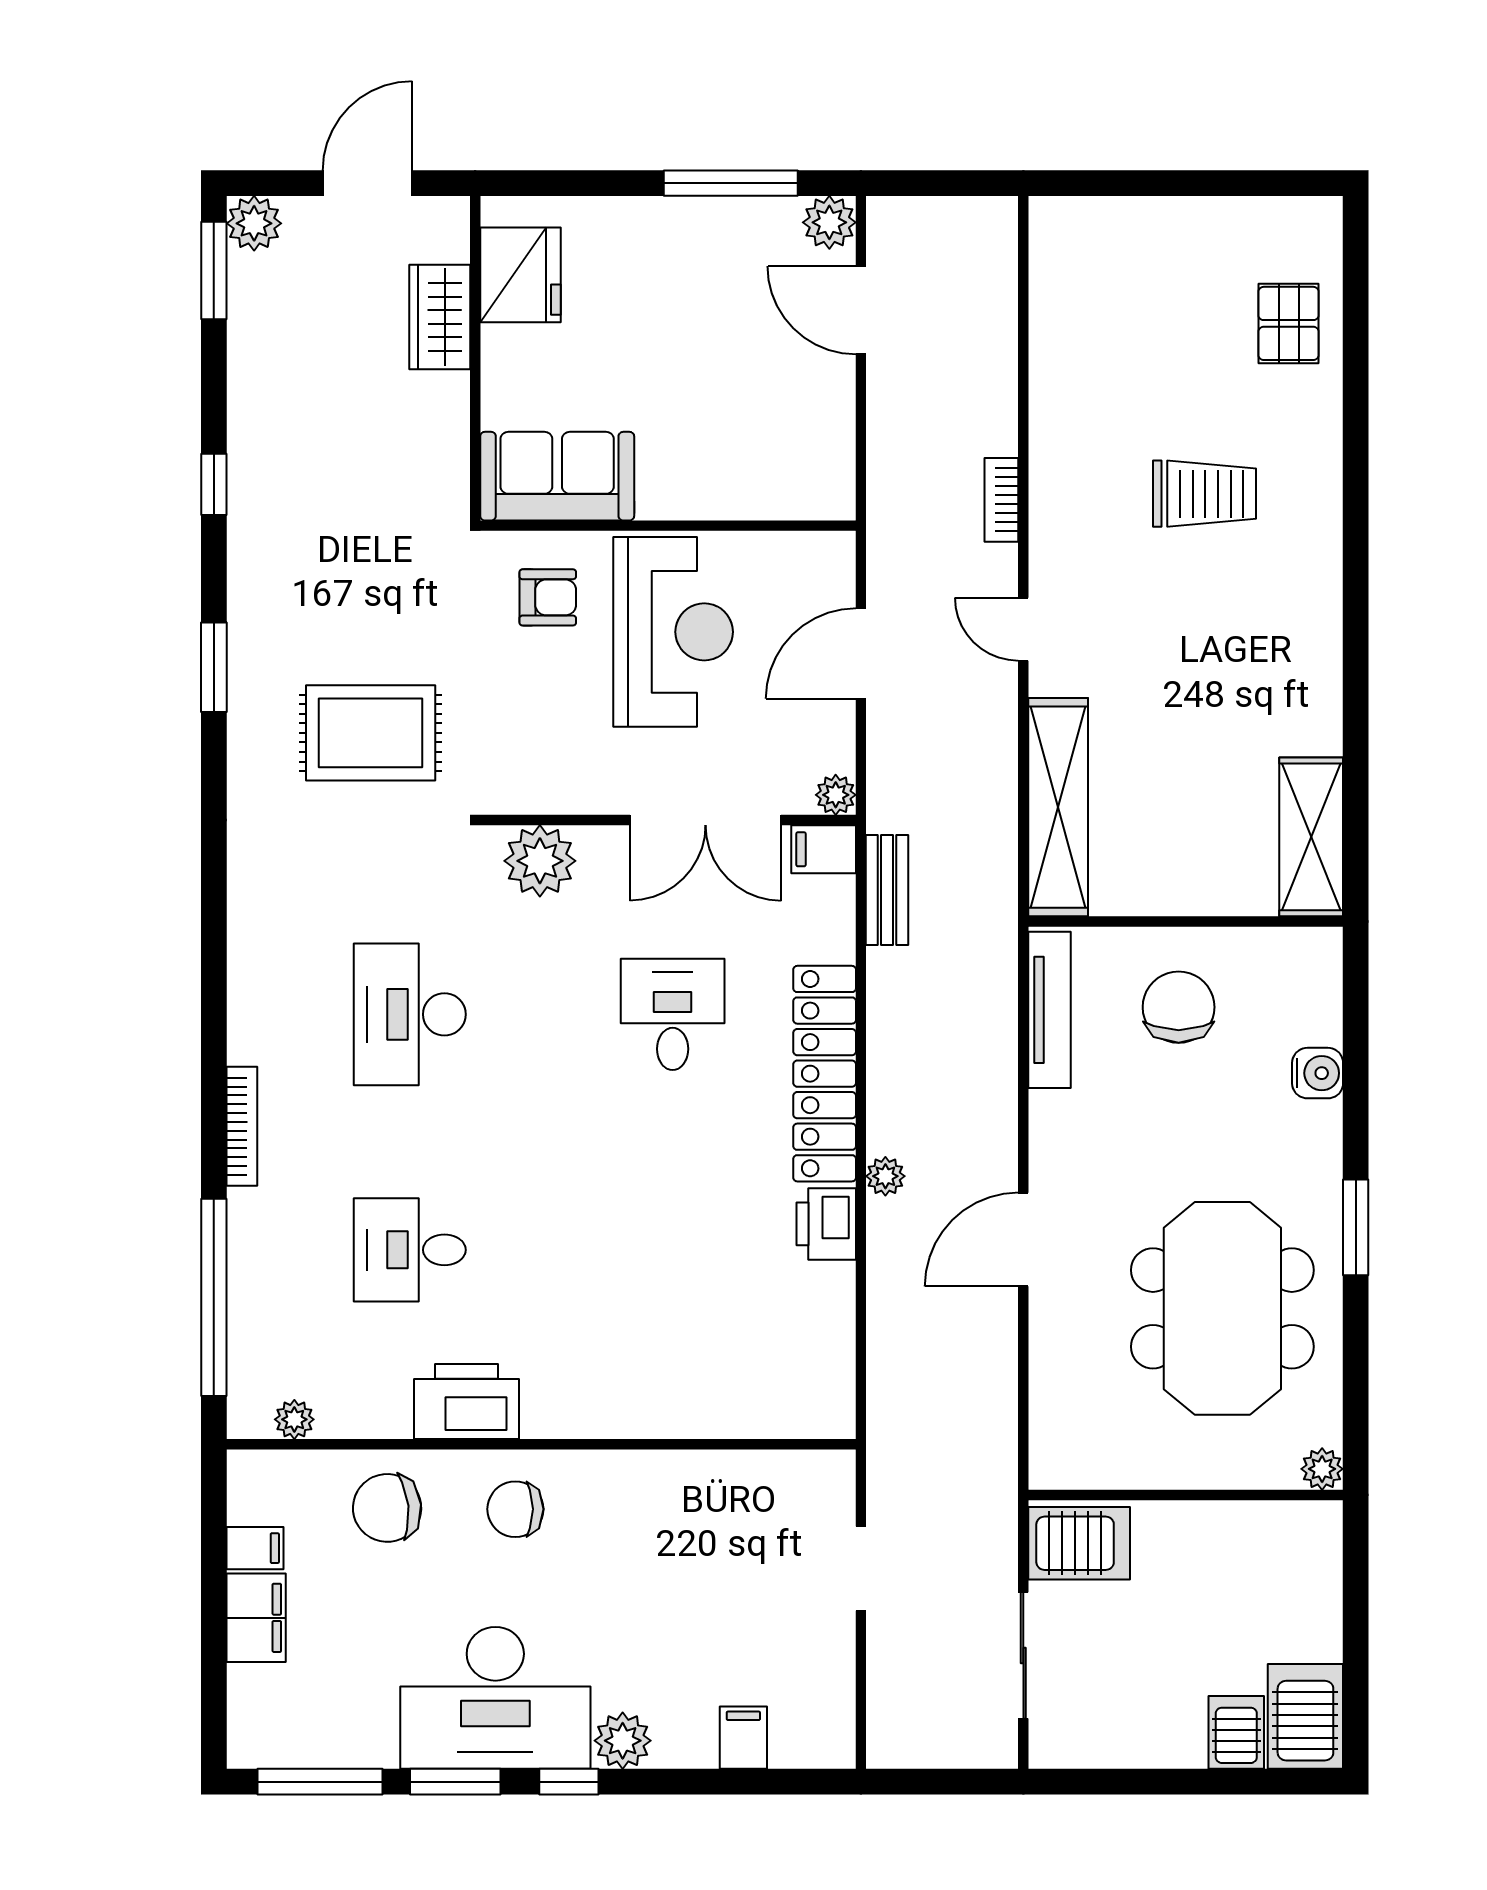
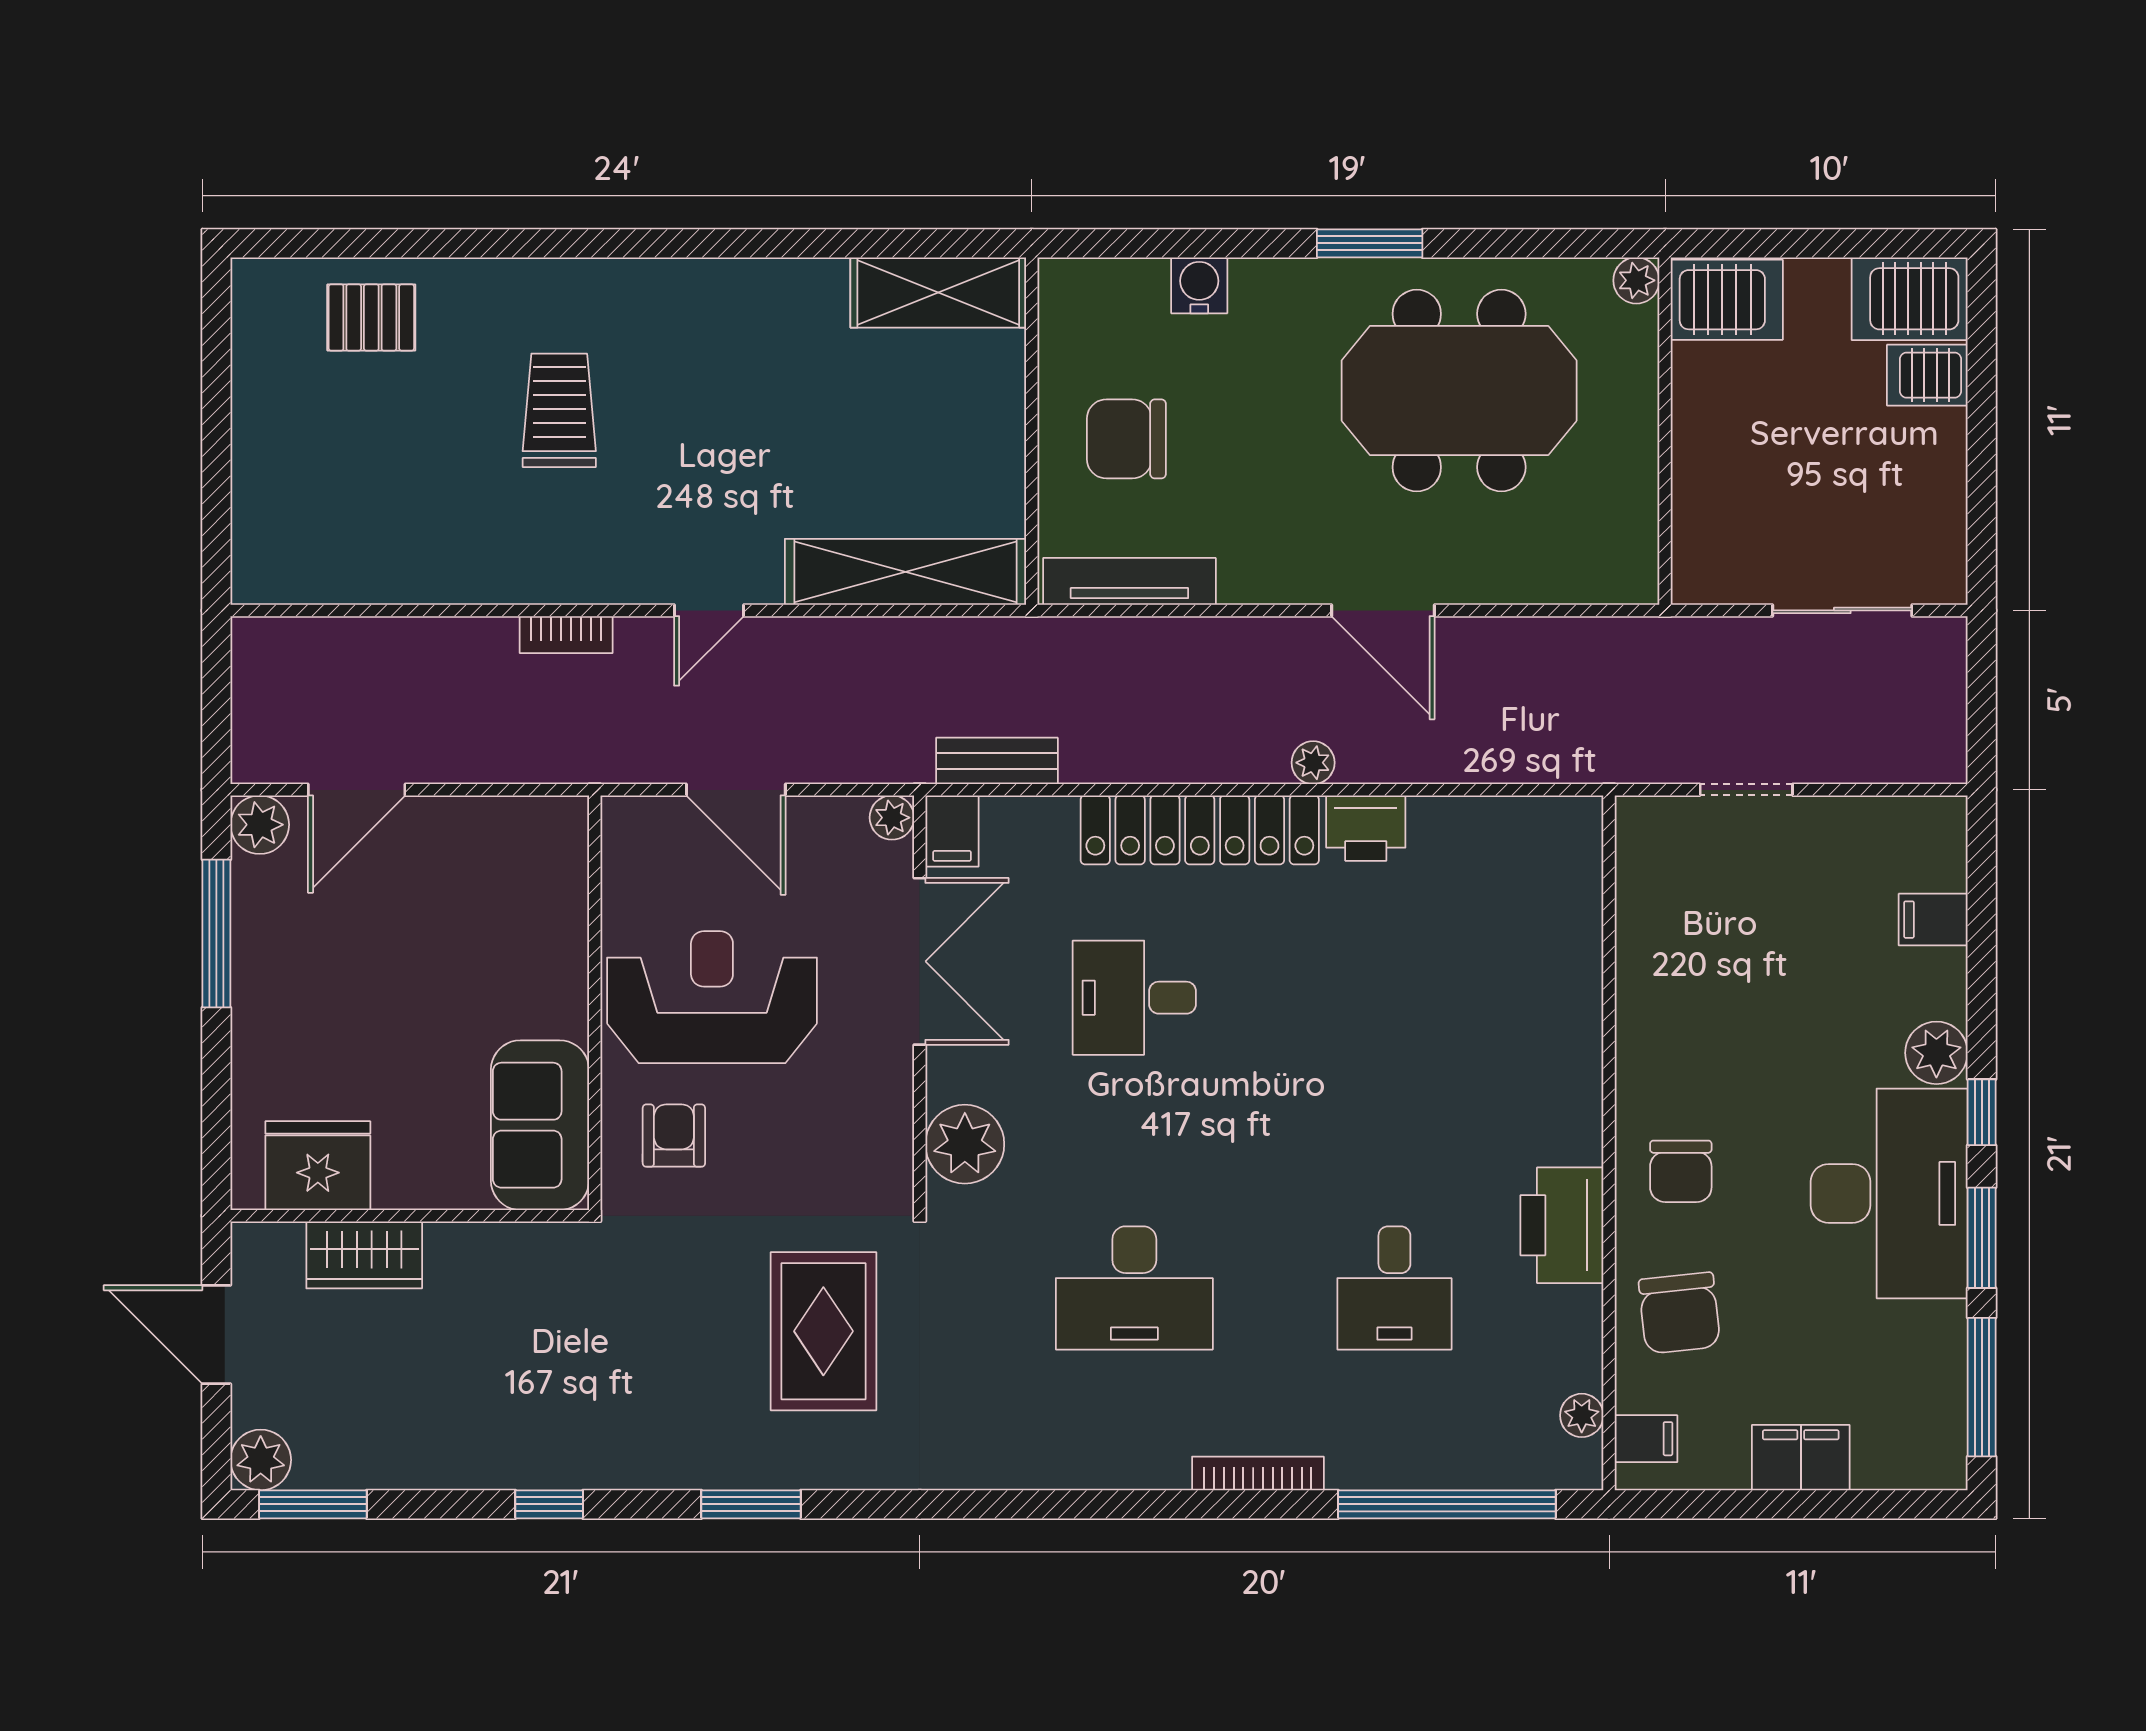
server rack: (1079, 1543) -> (1727, 300), moved, turned 90
filing cabinet: (255, 1548) -> (1646, 1439), moved, turned 90

